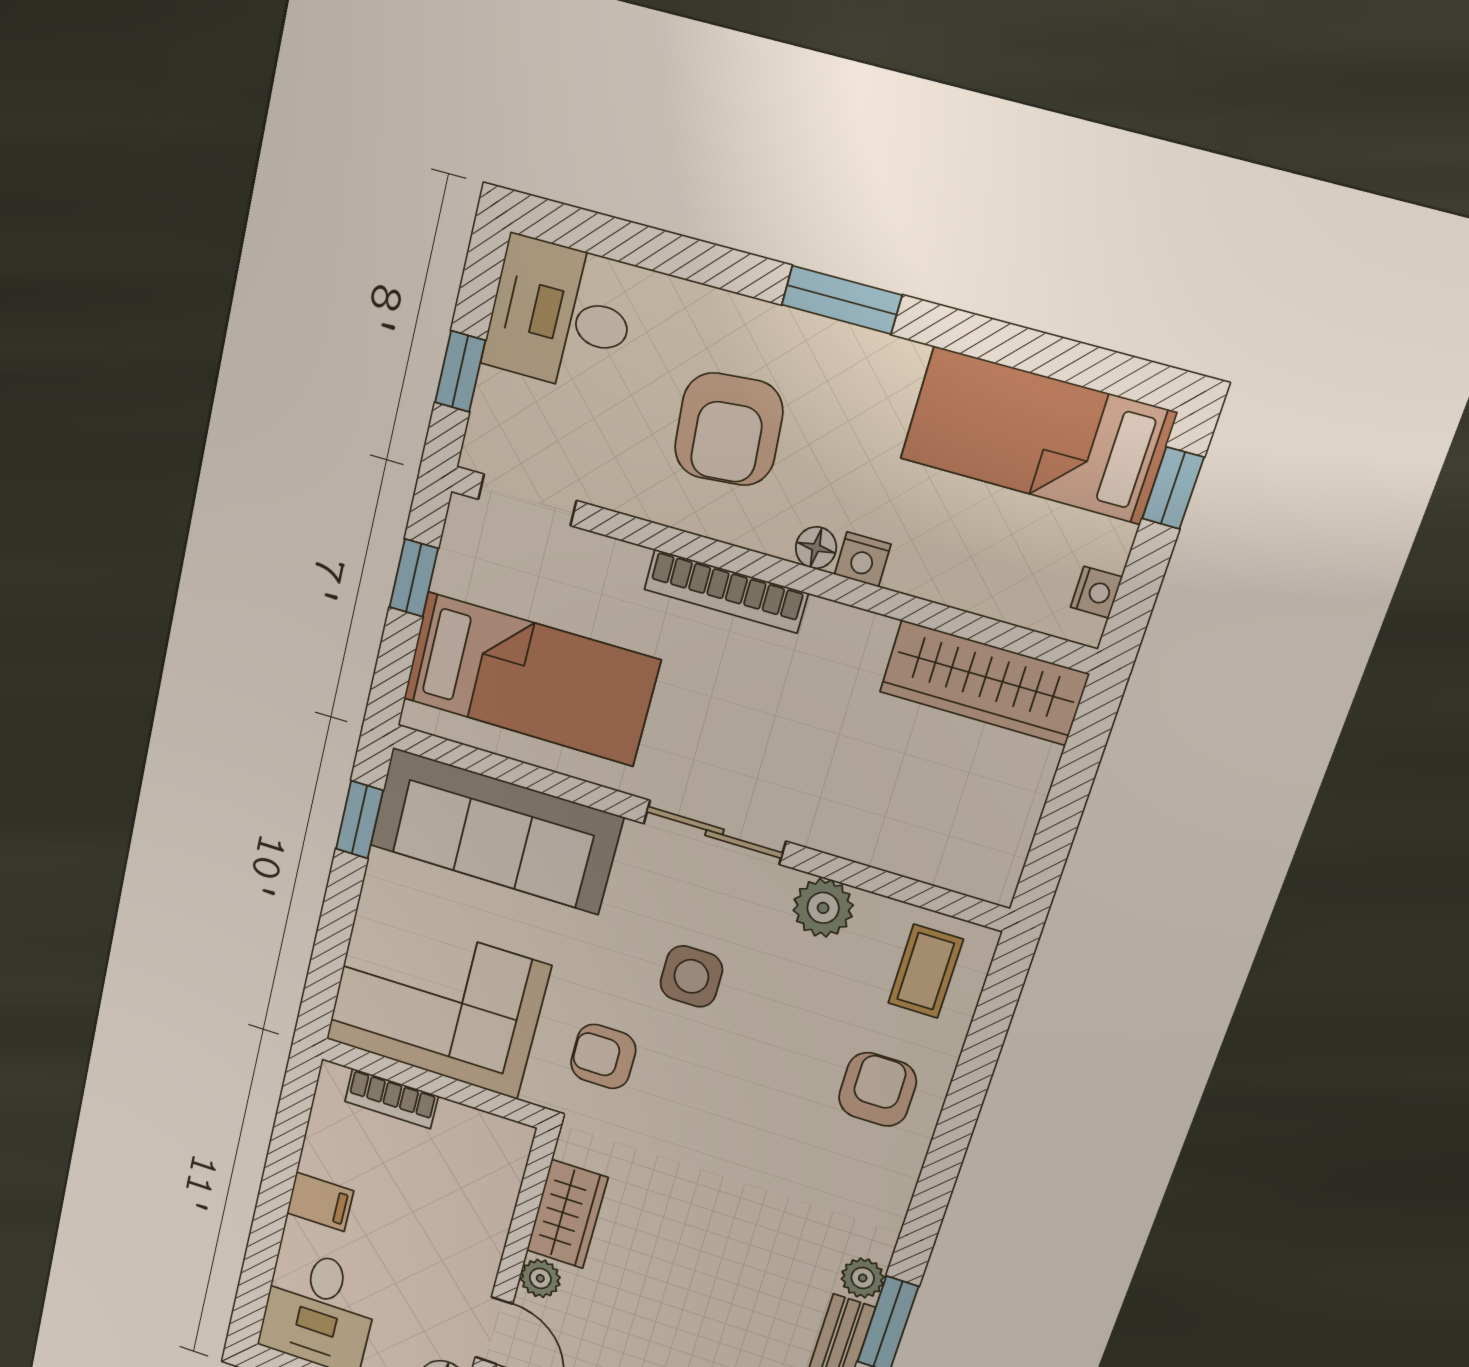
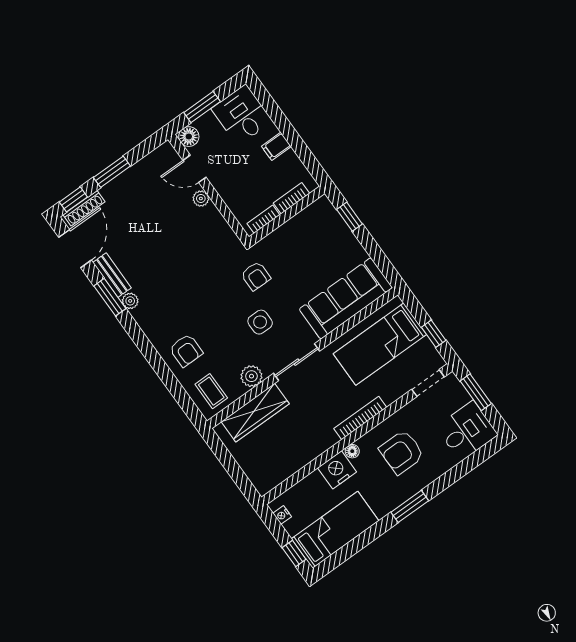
window: (460, 371) -> (476, 392), width x1.50
armchair: (729, 429) -> (402, 452), turned -85
nightstand: (863, 559) -> (337, 470), width x1.89, depth x1.79
wardrobe: (984, 683) -> (255, 413), moved, turned 180
window: (359, 820) -> (349, 217), moved
corner sofa: (437, 1003) -> (310, 238), removed
armchair: (603, 1056) -> (256, 276), turned 90
bookcase: (478, 1125) -> (263, 219), added
wardrobe: (567, 1214) -> (215, 224), removed

